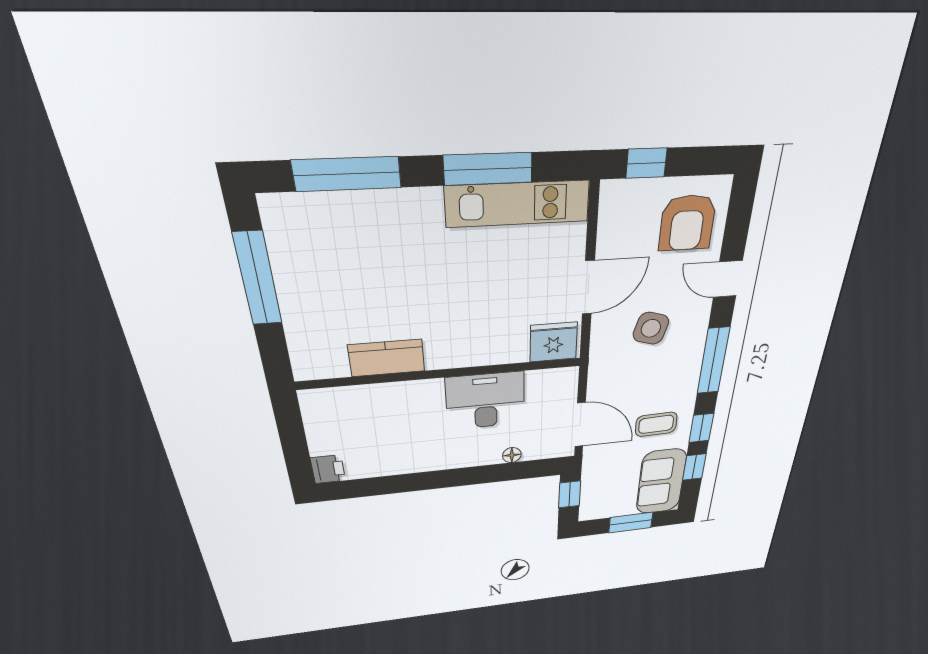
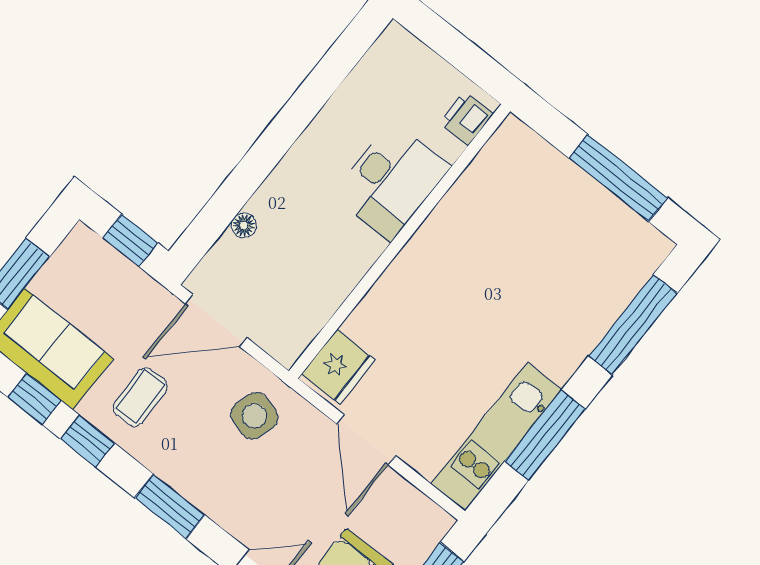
side table: (651, 328) -> (254, 416), moved
kitchen counter: (387, 358) -> (460, 209), removed
window: (713, 361) -> (170, 506), width x0.69
desk: (485, 401) -> (391, 181), moved
printer: (328, 469) -> (466, 118), moved, turned 90

